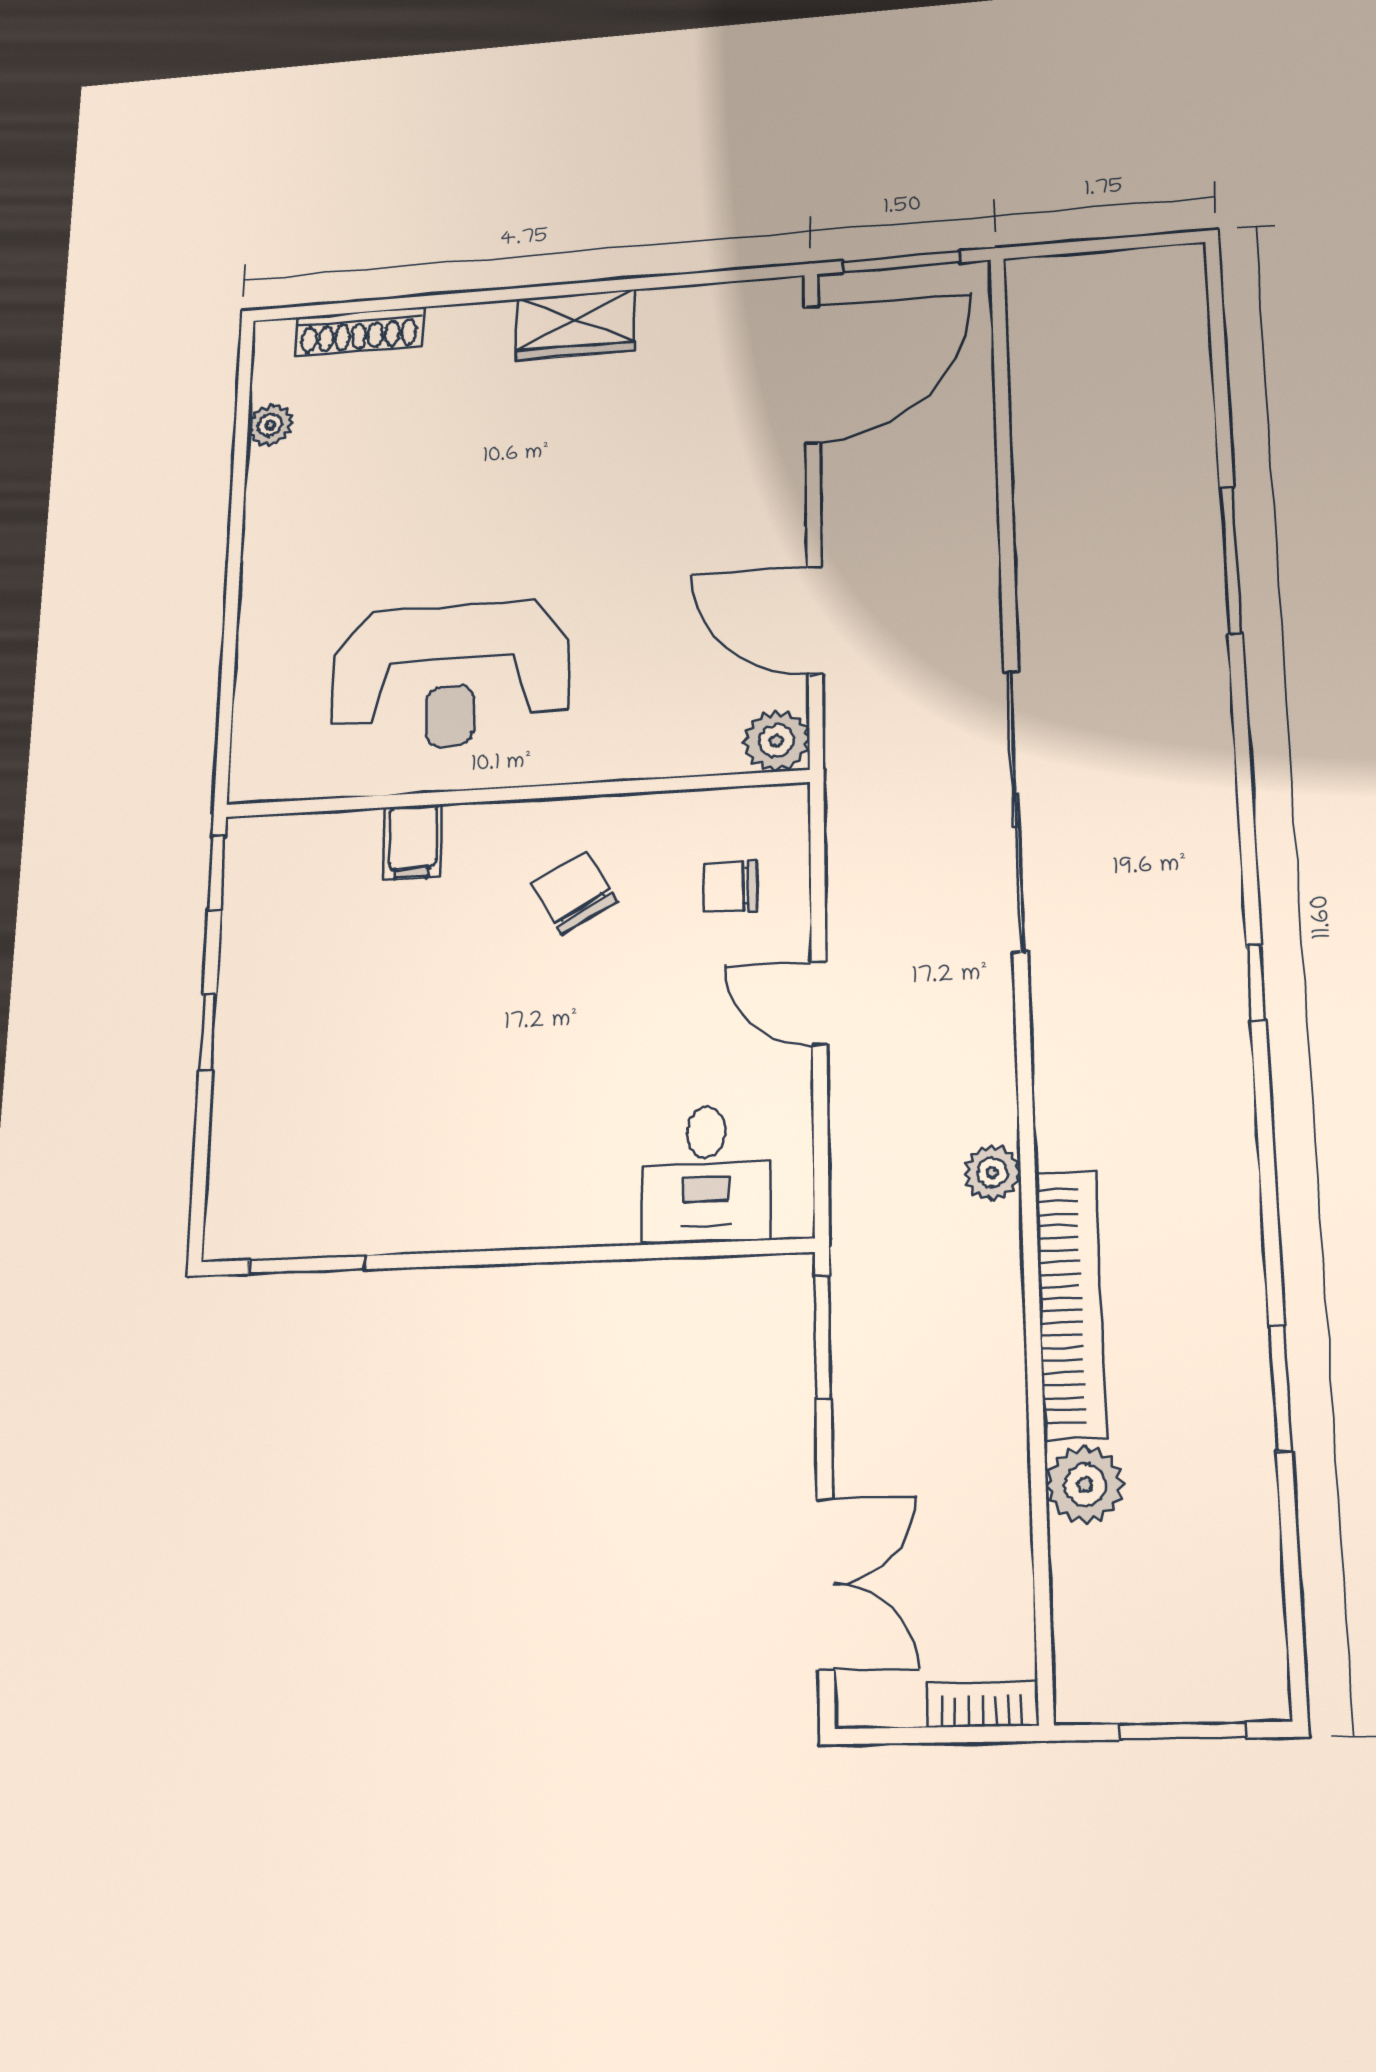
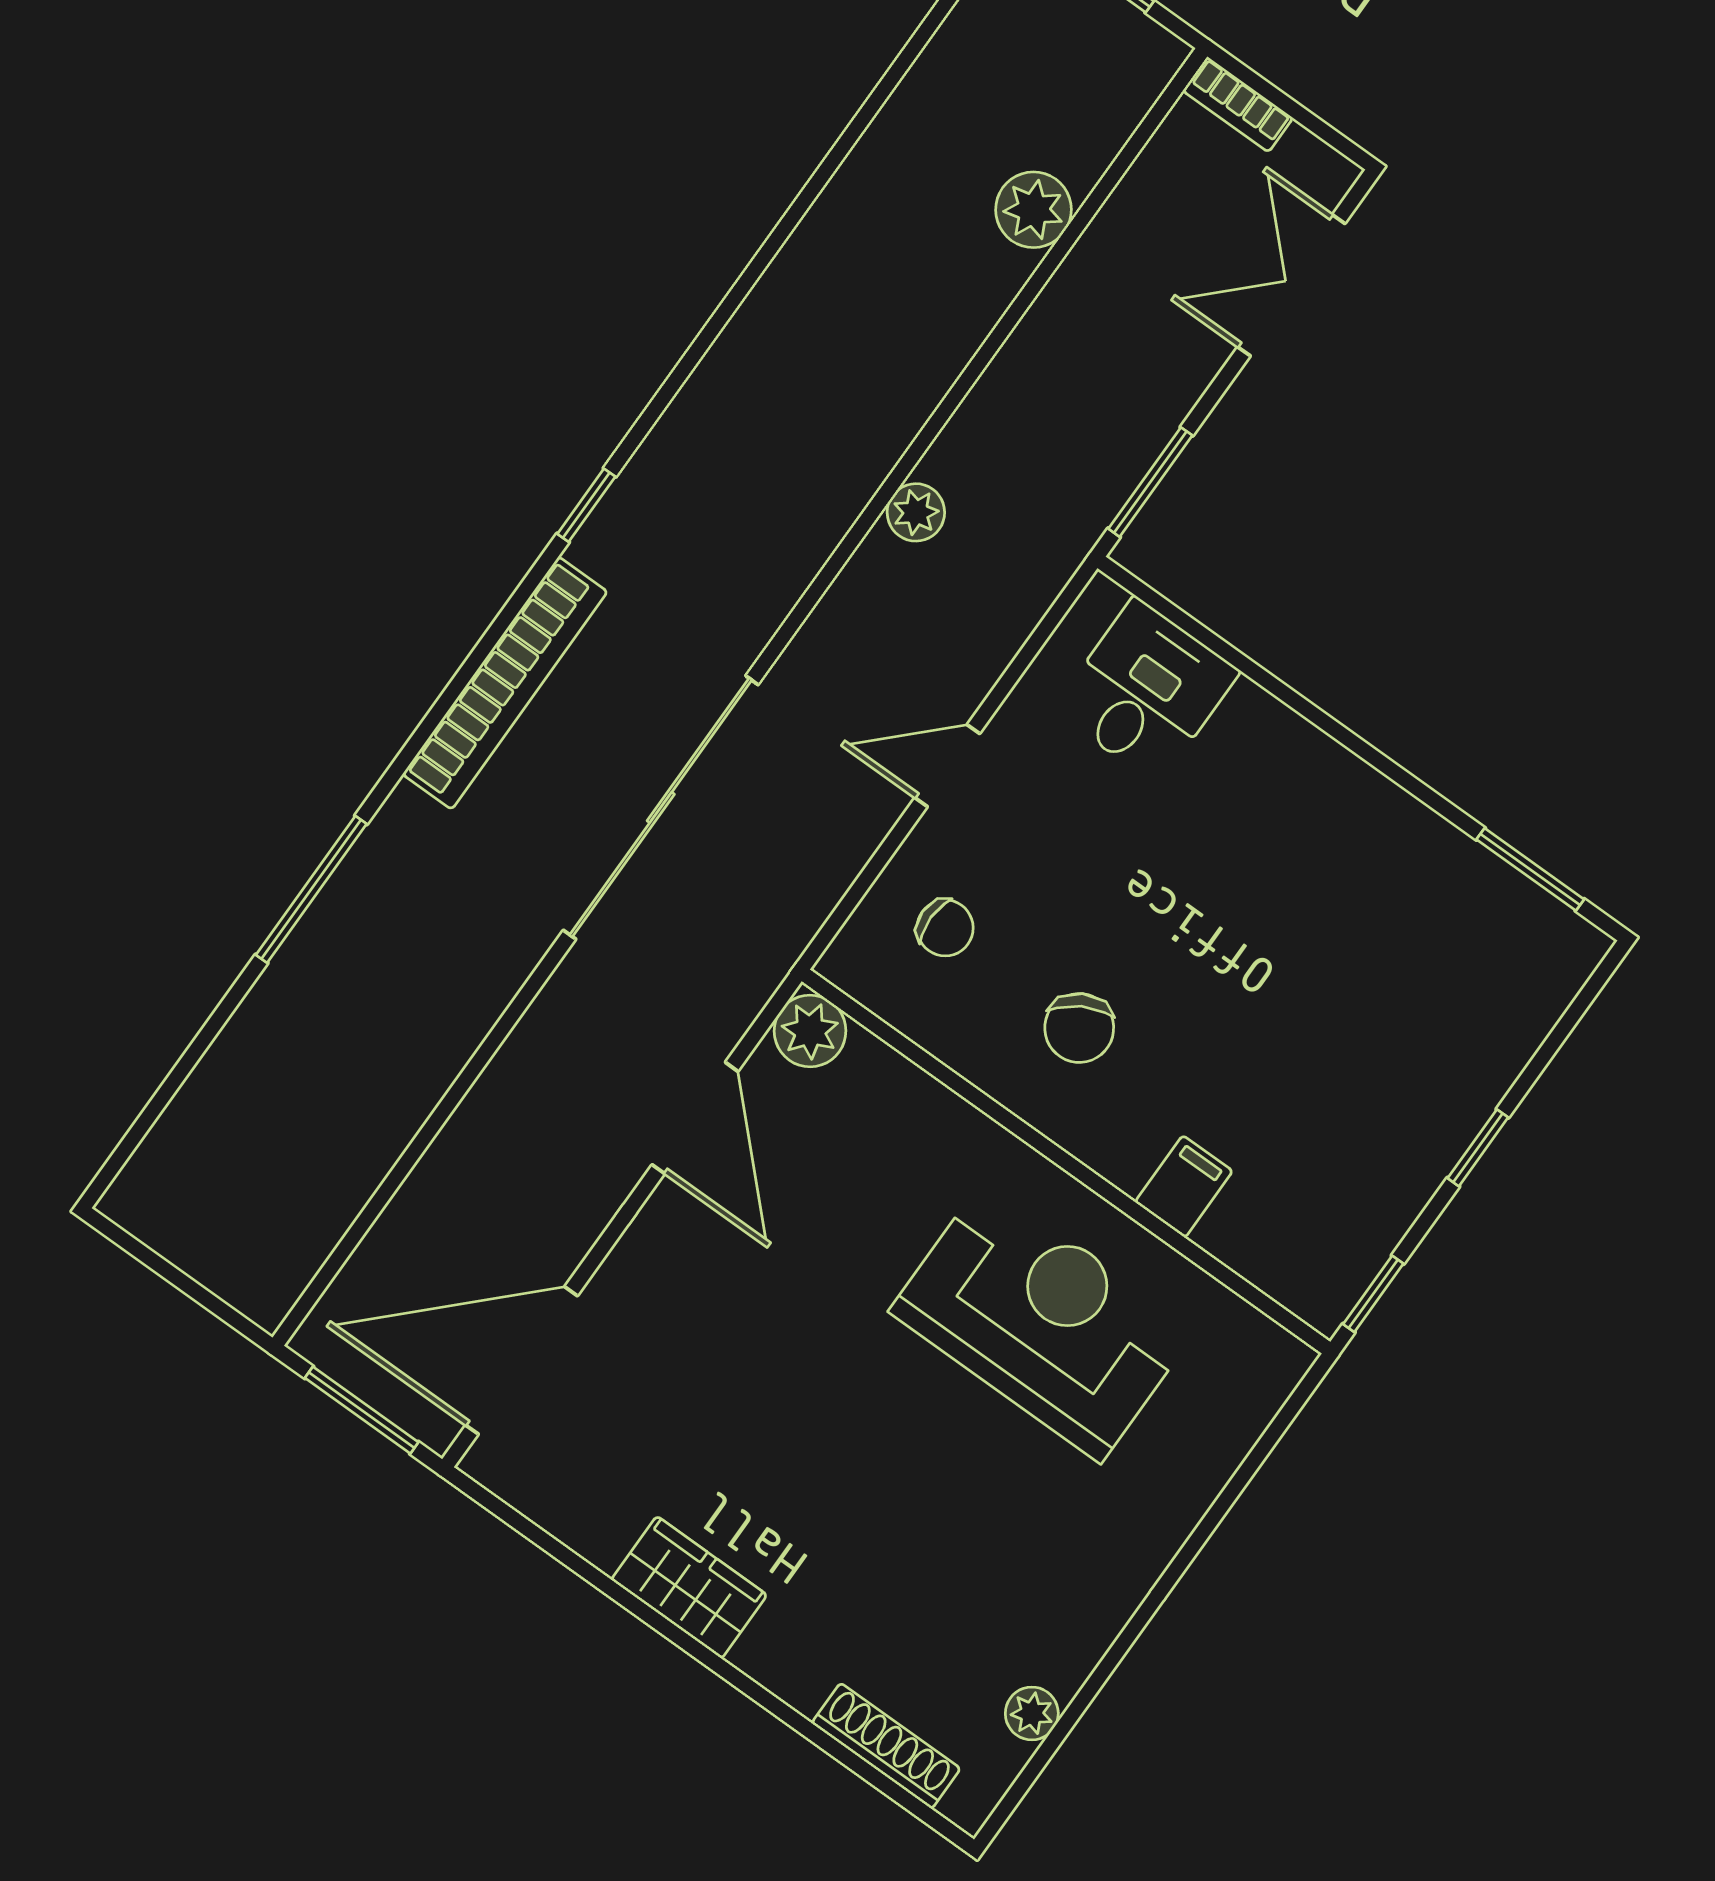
door: (819, 1003) -> (947, 766), swing flipped
bookcase: (1070, 1304) -> (505, 683), moved, turned 180
window: (1280, 1388) -> (826, 170), removed

